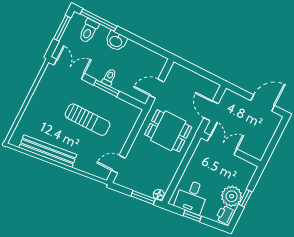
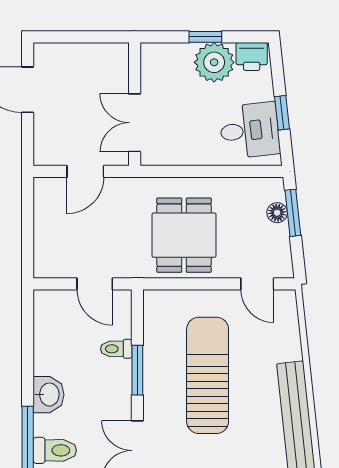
toilet: (109, 77) -> (116, 349), moved
sun lounger: (88, 120) -> (208, 375), width x1.36, depth x1.34
dining table: (168, 131) -> (184, 235), moved
floor lamp: (159, 195) -> (277, 213), moved

